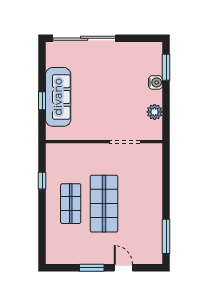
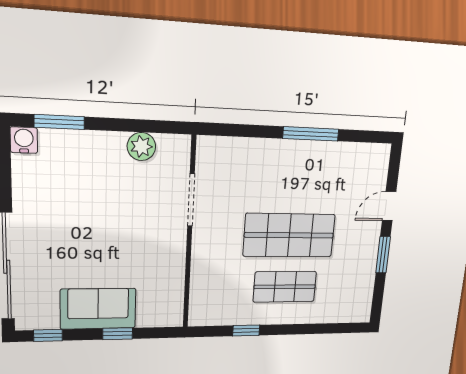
window: (42, 60) -> (48, 335), added
water cooler: (155, 82) -> (24, 140), moved
sofa: (58, 97) -> (98, 309), width x0.73
window: (166, 236) -> (311, 134), moved

